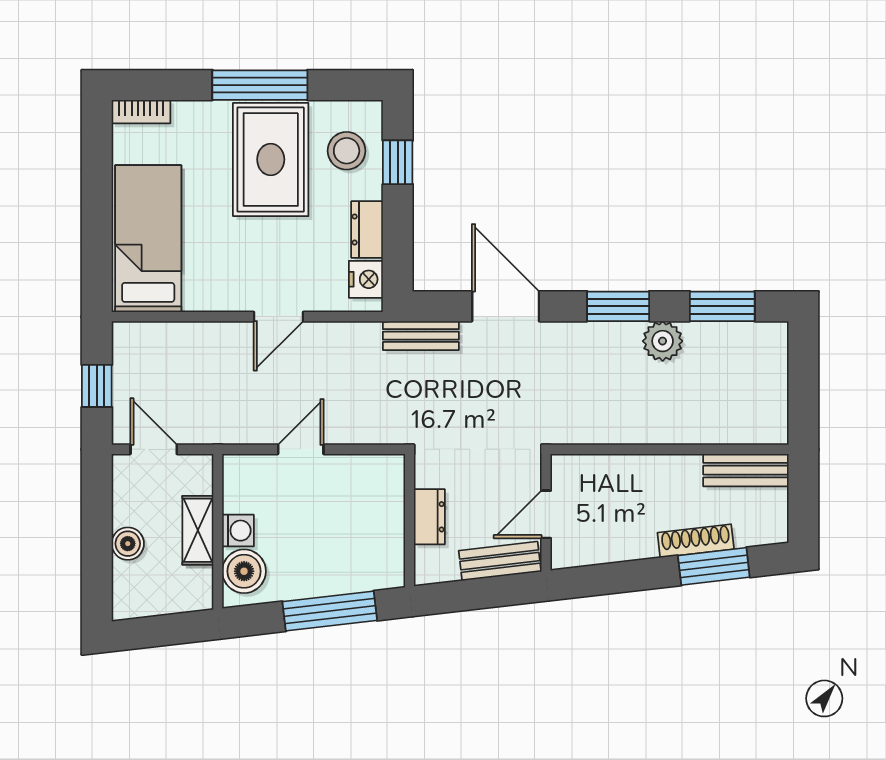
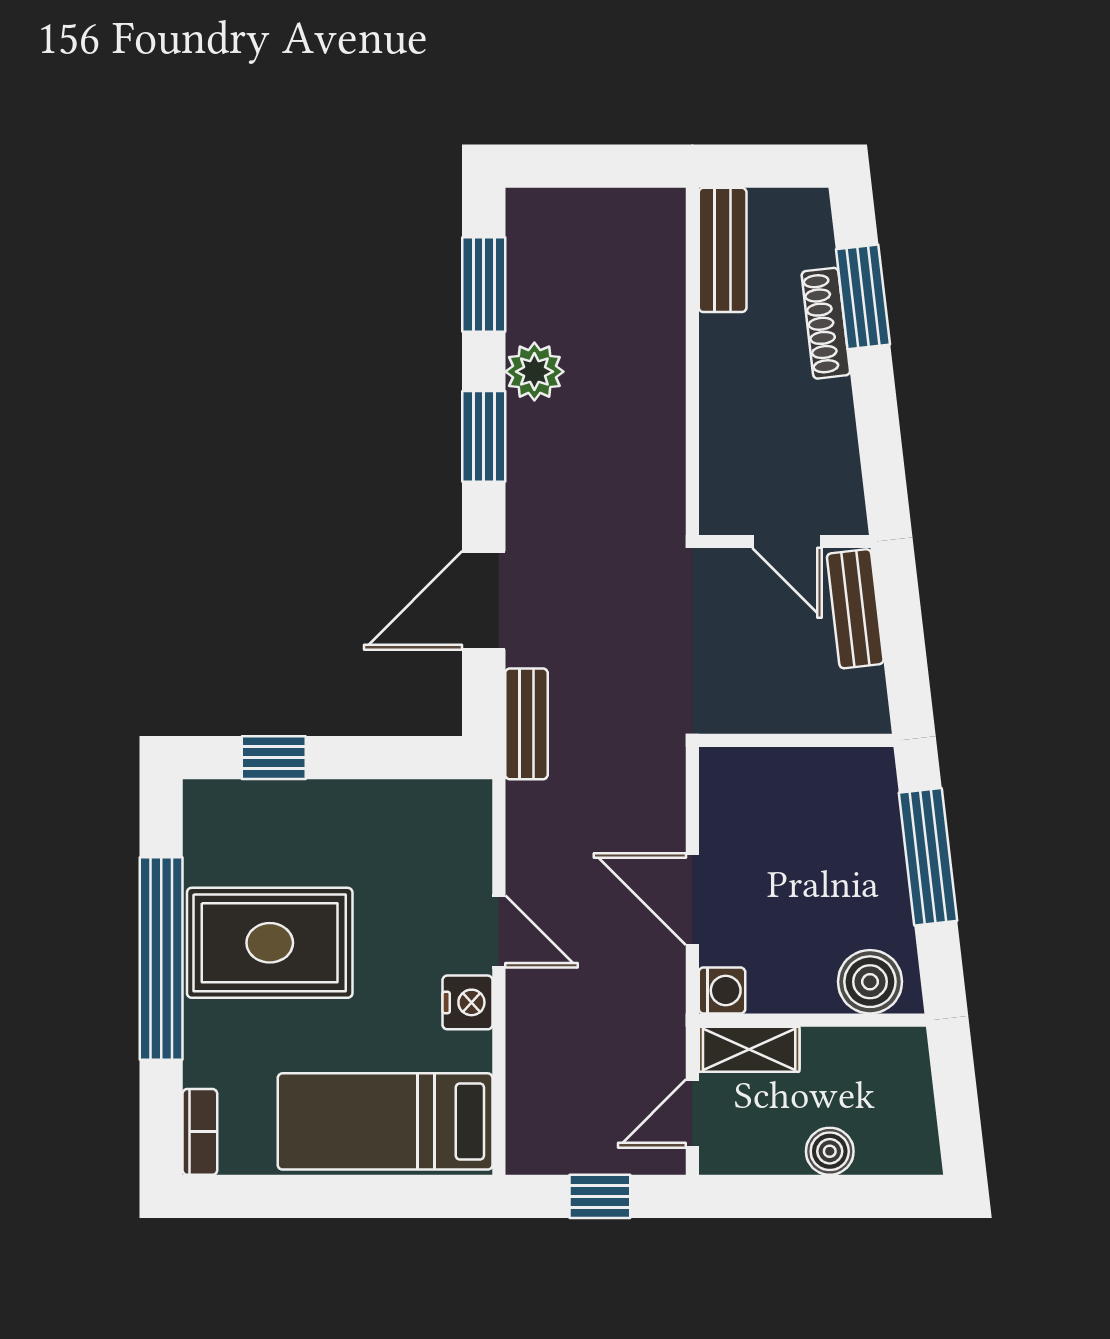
window: (260, 85) -> (161, 959), width x1.46
stool: (347, 151) -> (257, 832), removed
dresser: (367, 230) -> (372, 802), removed
nightstand: (366, 279) -> (468, 1002), moved, turned 90
door: (301, 449) -> (692, 899), width x1.38
dresser: (429, 517) -> (791, 711), removed
shelving: (198, 530) -> (749, 1049), moved
washing machine: (238, 531) -> (722, 991), moved, turned 90

